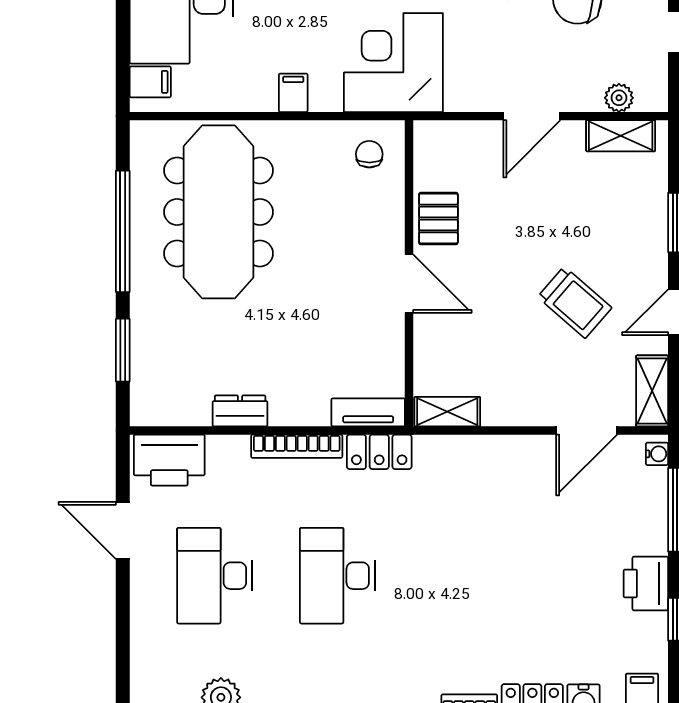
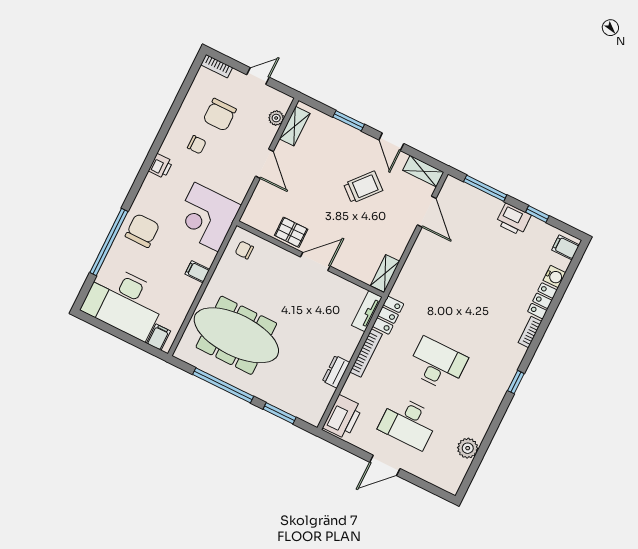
water cooler: (657, 454) -> (454, 184), removed
door: (123, 530) -> (385, 465), moved
desk: (337, 576) -> (437, 364), turned 180

